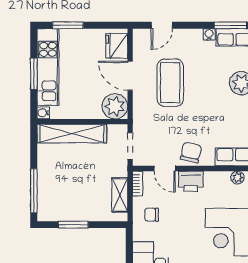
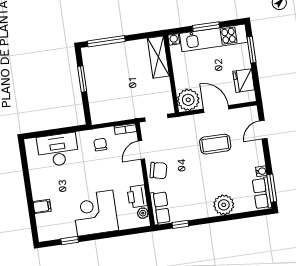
door: (162, 25) -> (263, 130), hinge flipped
fridge: (117, 46) -> (244, 81), moved, turned -90
door: (130, 76) -> (216, 109), hinge flipped
coffee table: (170, 83) -> (215, 144), width x0.73, depth x0.76
shelving: (72, 134) -> (158, 57), width x0.68
printer: (191, 181) -> (137, 196), moved
shelving: (120, 195) -> (113, 115), removed

